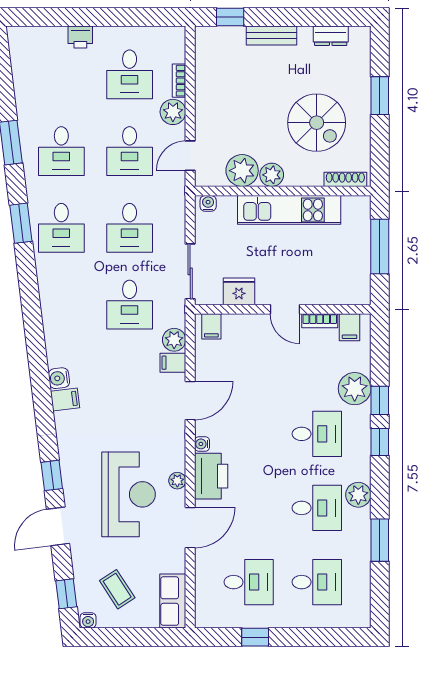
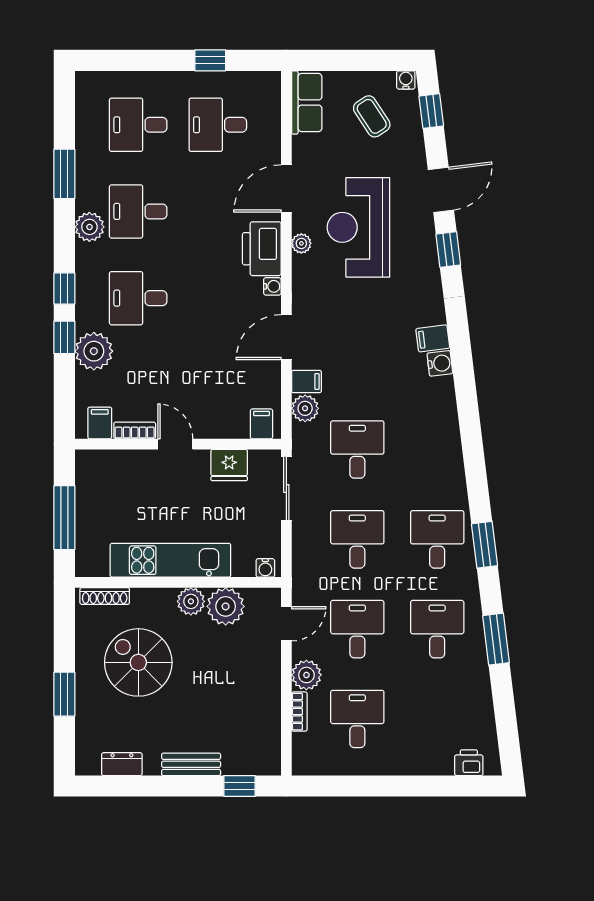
printer: (80, 37) -> (469, 763), moved

